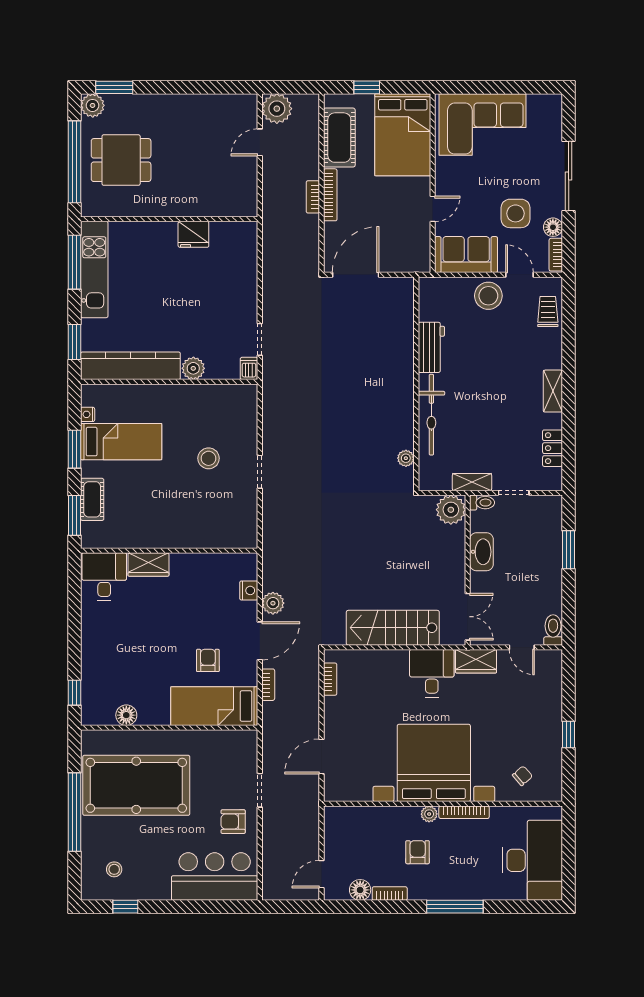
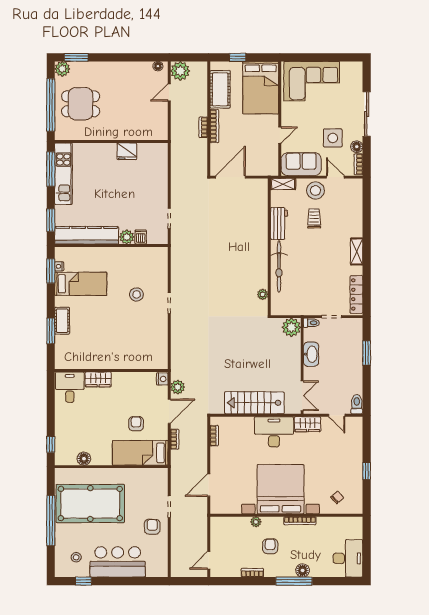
floor lamp: (242, 101) -> (158, 66), added
trolley: (548, 312) -> (314, 218), moved
dishwasher: (249, 368) -> (141, 237), moved
locker: (553, 448) -> (356, 294), width x1.53
window: (74, 449) -> (51, 271), moved
shelving: (472, 482) -> (283, 184), moved
wall: (169, 551) -> (111, 371), moved
wardrobe: (148, 564) -> (98, 379), moved
desk: (104, 577) -> (70, 387), moved
desk: (432, 673) -> (274, 432), width x1.37
plant: (429, 814) -> (256, 522), moved
armchair: (233, 822) -> (152, 527), turned 90
desk: (532, 860) -> (348, 558), width x0.73, depth x0.77
bar counter: (215, 877) -> (118, 562), moved
floor lamp: (360, 890) -> (303, 570), moved

